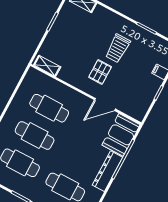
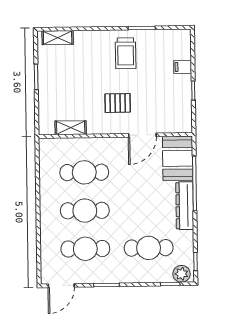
trolley: (118, 48) -> (126, 53), moved
shelving: (47, 66) -> (71, 128), moved
pallet: (100, 72) -> (118, 103), turned 90

